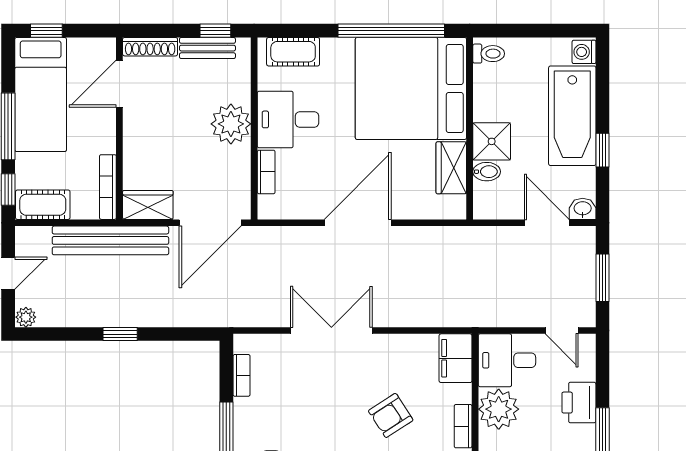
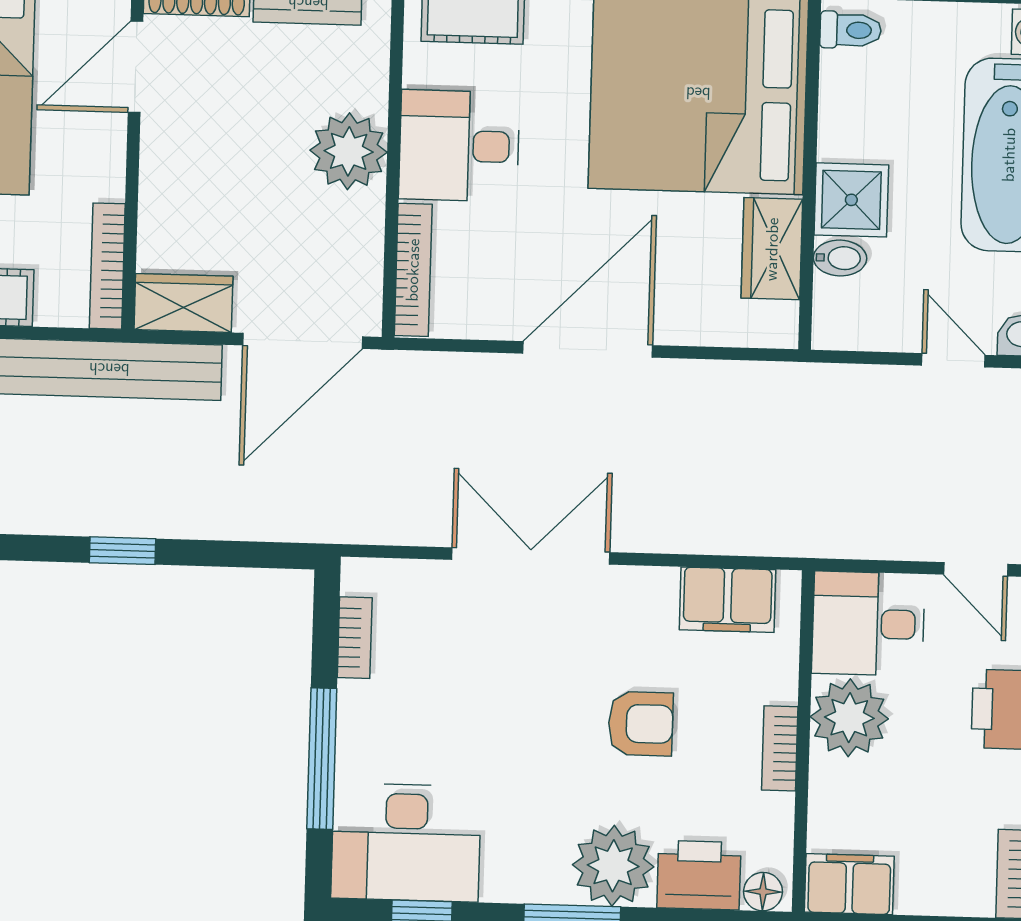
bookcase: (266, 172) -> (413, 270), width x1.56
door: (547, 223) -> (953, 360), width x0.73
filing cabinet: (456, 358) -> (728, 600), moved, turned -90
armchair: (391, 415) -> (641, 724), turned -147

